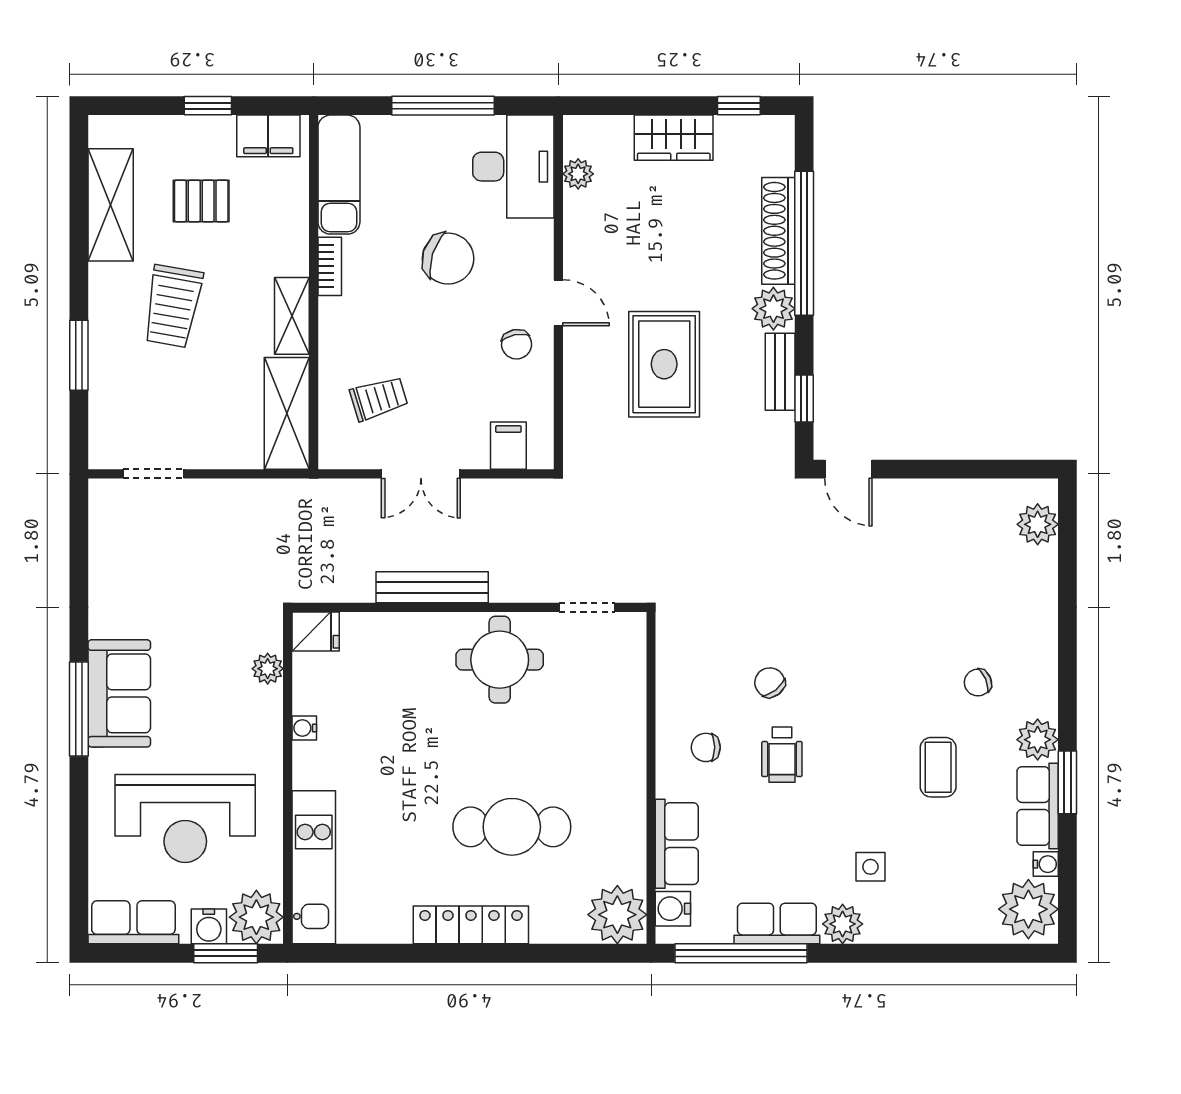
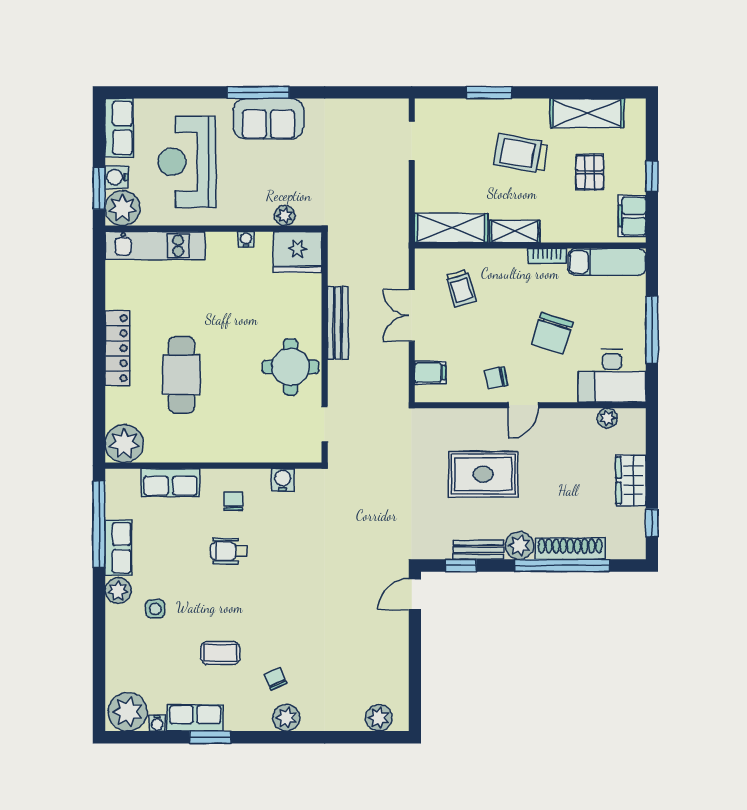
fridge: (316, 631) -> (297, 252), width x1.88, depth x1.34
chair: (770, 683) -> (276, 543), removed
plant: (1038, 740) -> (286, 718), moved
water cooler: (673, 909) -> (283, 480), moved

